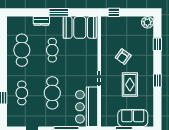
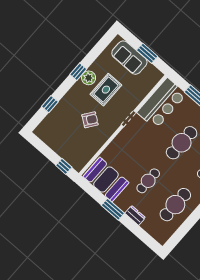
plant: (147, 22) -> (89, 78), moved

